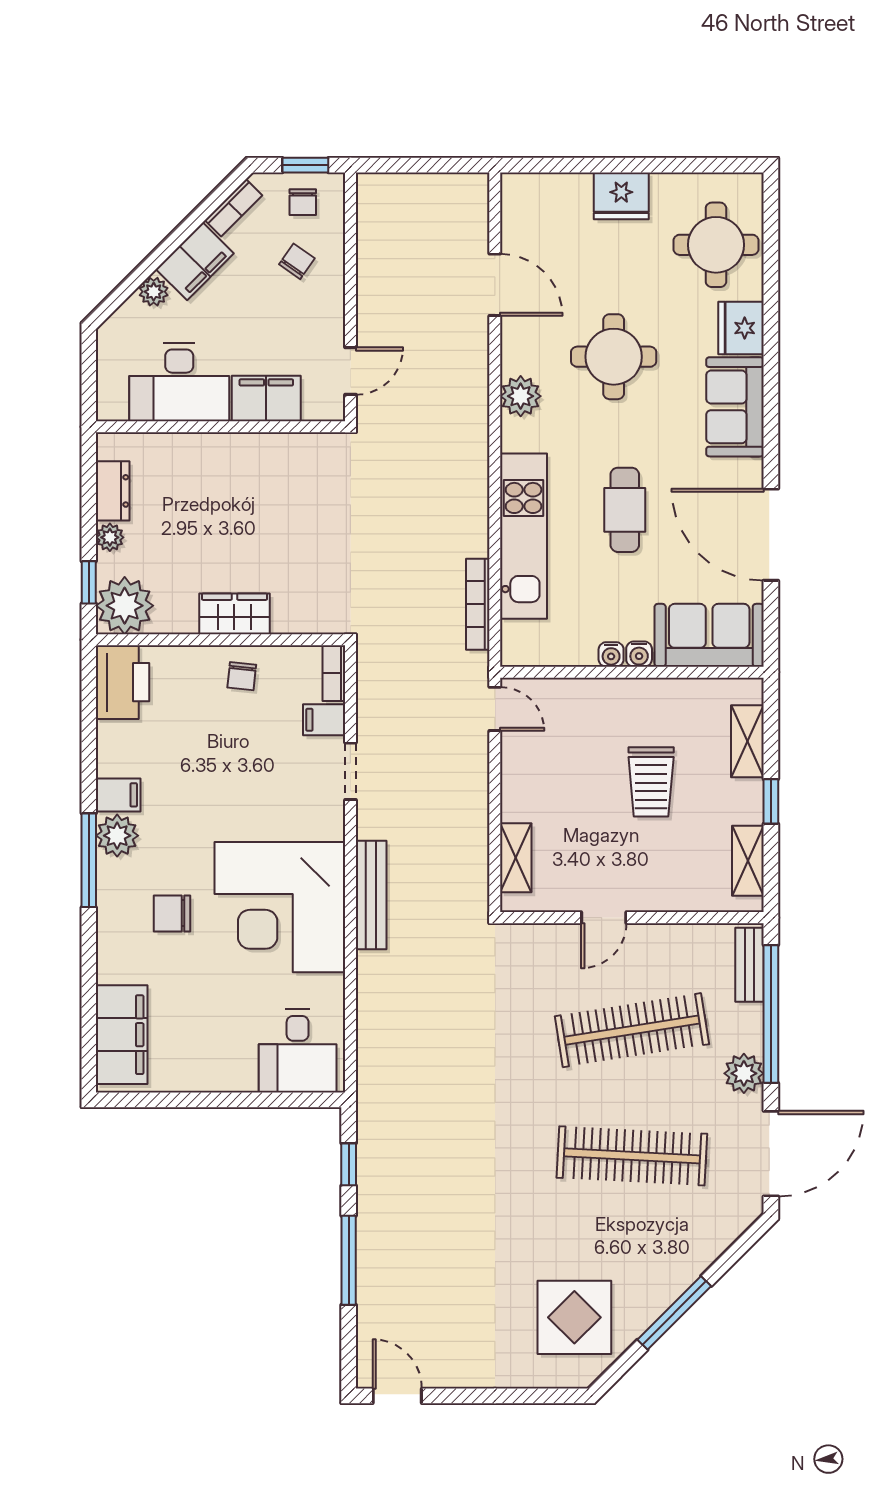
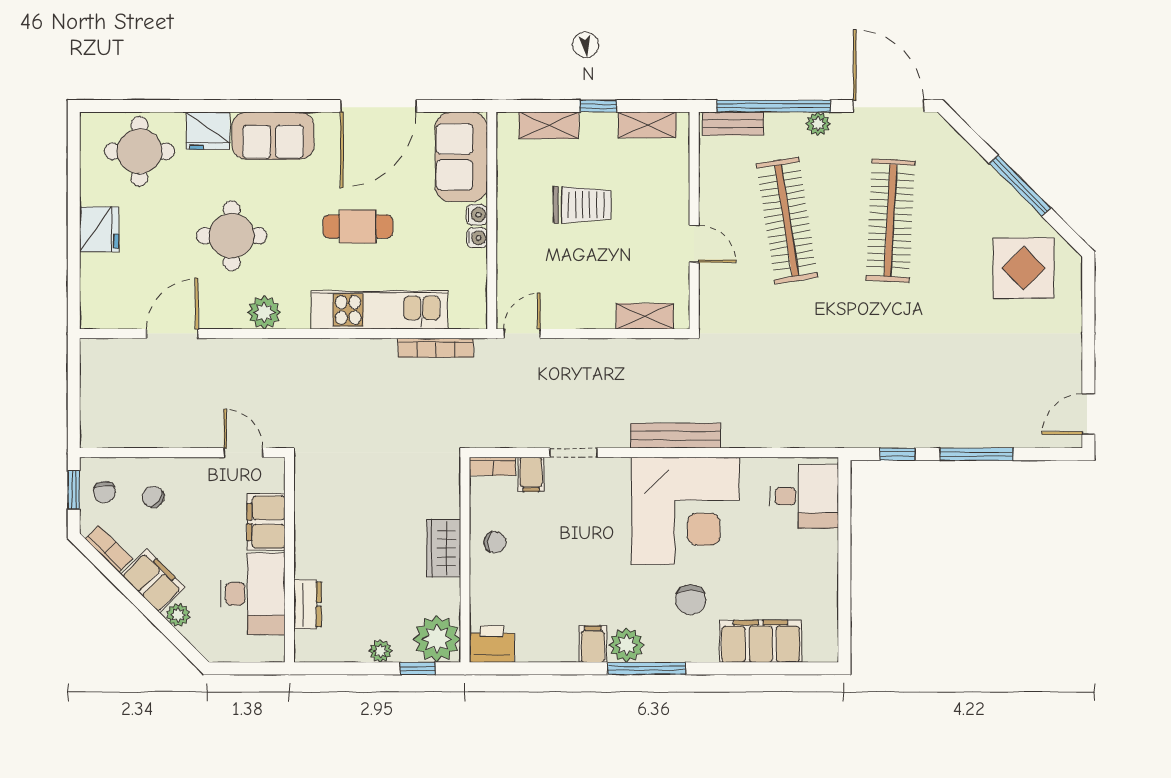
chair: (303, 202) -> (104, 492), turned 90
dresser: (113, 491) -> (308, 604), moved, turned 90
printer: (123, 682) -> (492, 644), width x0.73, depth x0.84
filing cabinet: (122, 1035) -> (761, 641), moved
plant: (744, 1073) -> (818, 124), width x0.73, depth x0.73

